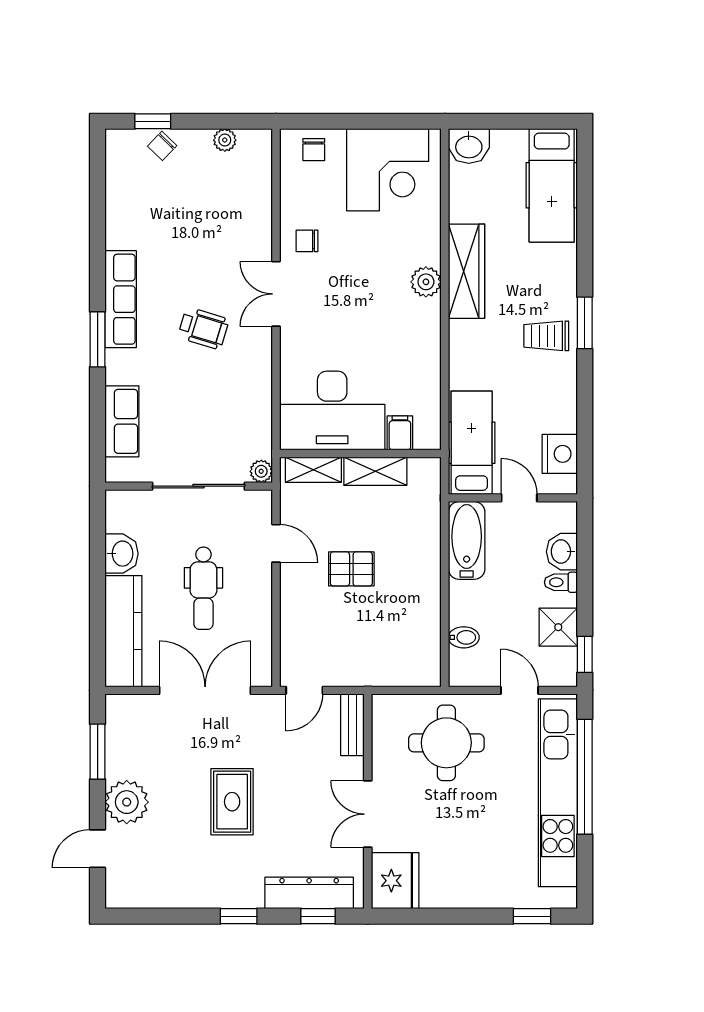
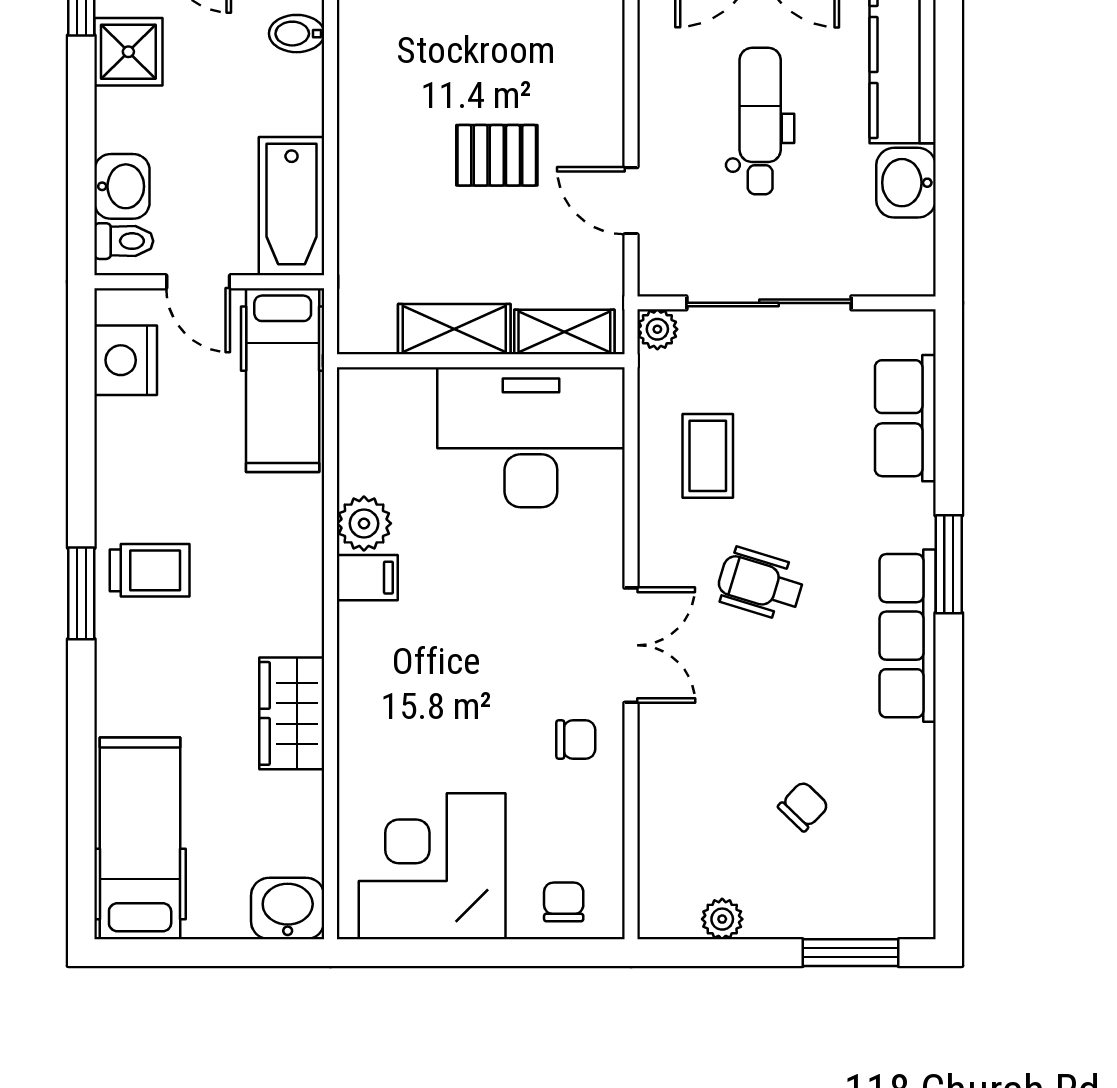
window: (153, 121) -> (851, 953), width x1.50
chair: (162, 146) -> (803, 806), moved
wardrobe: (466, 271) -> (292, 713), width x0.67
plant: (426, 282) -> (364, 523), moved
coffee table: (233, 400) -> (708, 456), added
filing cabinet: (400, 433) -> (367, 578), moved, turned -90
toilet: (561, 582) -> (124, 241), moved

